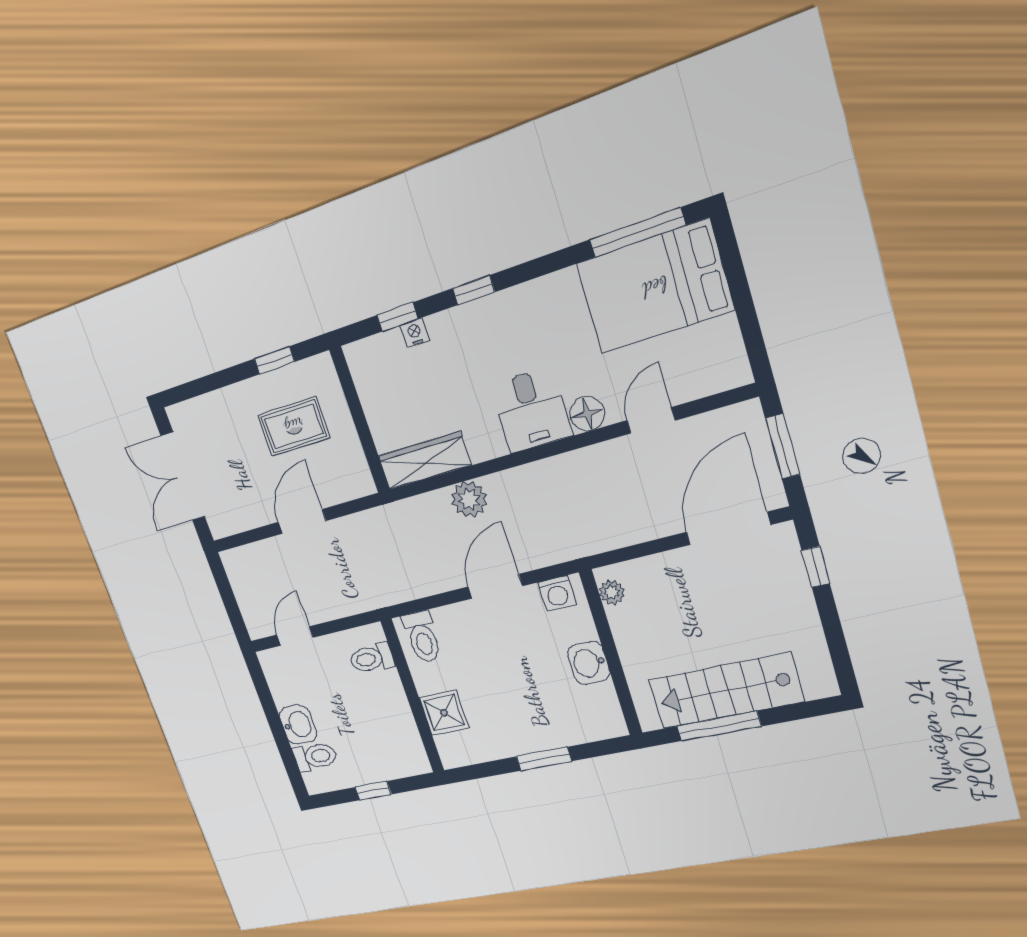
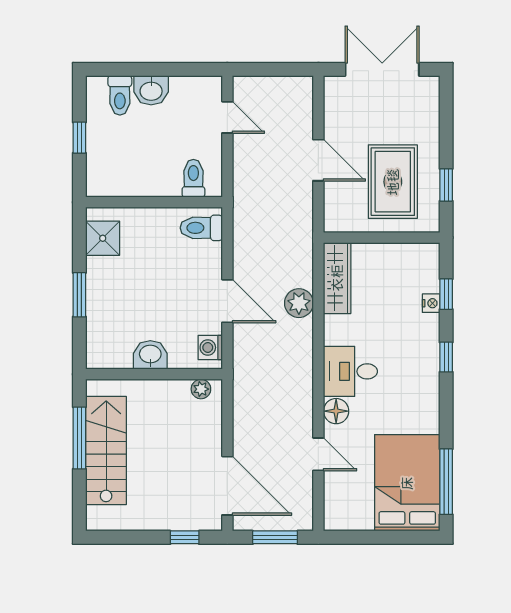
rug: (294, 426) -> (393, 182), width x1.36, depth x1.43
shower: (444, 713) -> (103, 238), moved

